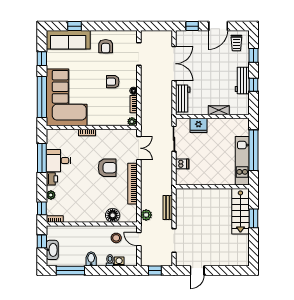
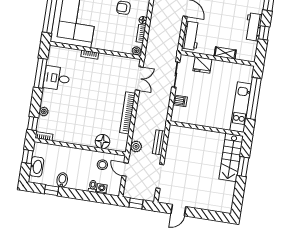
armchair: (107, 168) -> (104, 93), removed
printer: (52, 179) -> (47, 95), removed
bidet: (91, 259) -> (62, 180), moved
window: (70, 271) -> (51, 190), width x0.46

